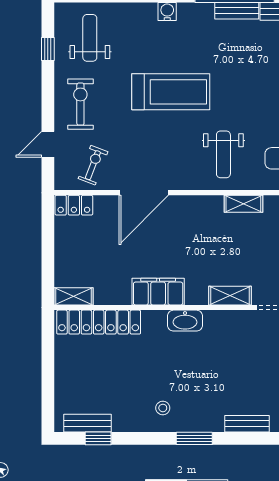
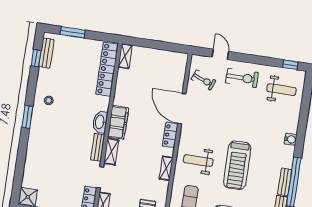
window: (48, 49) -> (290, 65), moved
treadmill: (171, 92) -> (237, 165), moved
locker: (74, 205) -> (170, 135), moved
filing cabinet: (158, 292) -> (118, 122), moved
window: (48, 386) -> (73, 32), added
bench: (247, 424) -> (98, 147), moved

